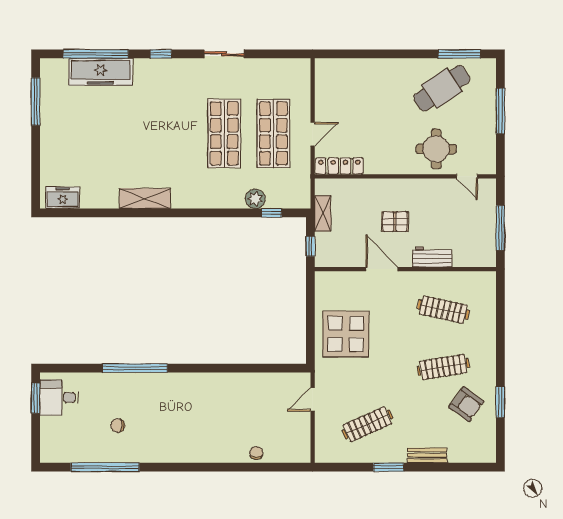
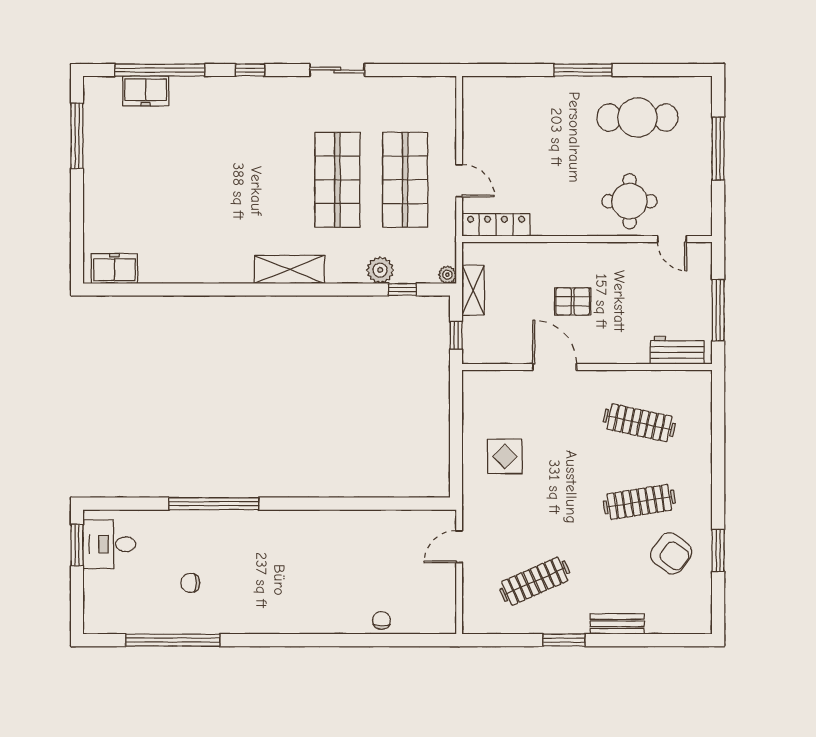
window: (459, 54) -> (583, 70), moved
freezer: (101, 72) -> (146, 91), width x0.52, depth x0.79
cafe table: (442, 88) -> (637, 118), turned 34
door: (313, 134) -> (459, 181), hinge flipped
shelving: (145, 198) -> (289, 269), moved
plant: (304, 202) -> (447, 275), added
workbench: (432, 257) -> (677, 350), moved
display table: (346, 334) -> (505, 456), width x0.54, depth x0.54

